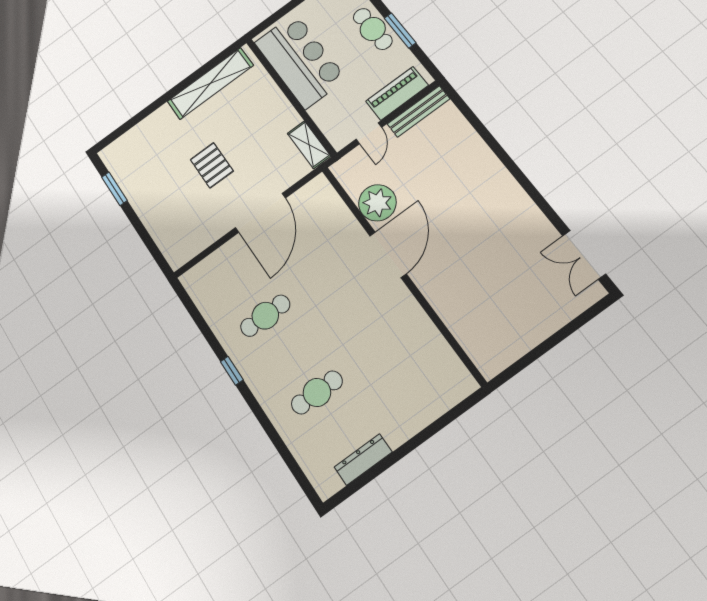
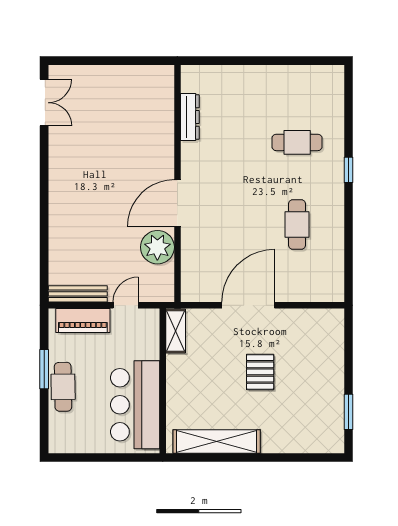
cafe table: (265, 316) -> (297, 225), turned 90
window: (232, 371) -> (349, 170), moved
dresser: (363, 460) -> (190, 117), moved, turned -90

